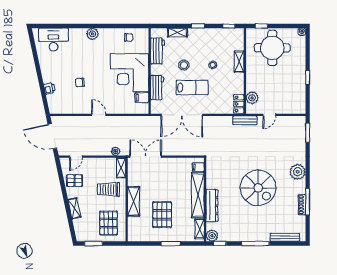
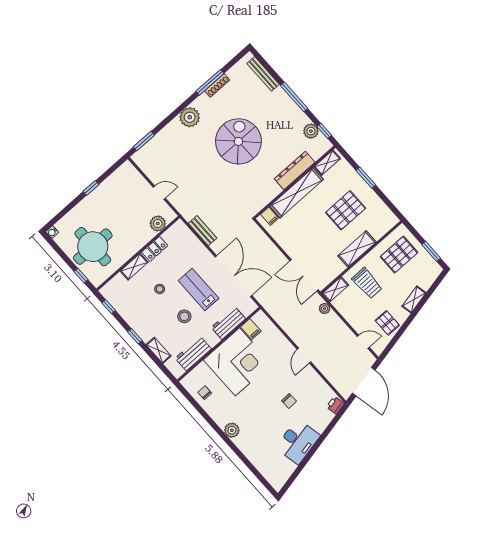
desk: (53, 40) -> (298, 442), moved, turned -102
printer: (49, 88) -> (335, 405), moved
locker: (239, 104) -> (155, 249), moved
bench: (245, 120) -> (203, 231), moved
plant: (212, 236) -> (311, 131), moved

